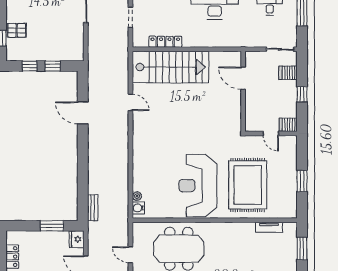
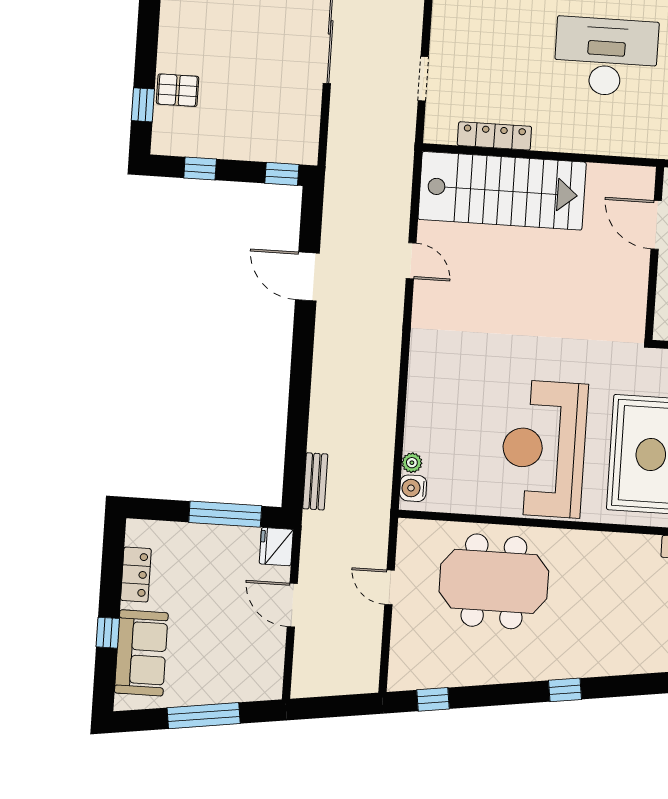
window: (53, 66) -> (282, 174), moved
window: (52, 226) -> (225, 514), width x1.44

